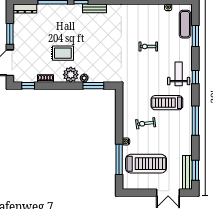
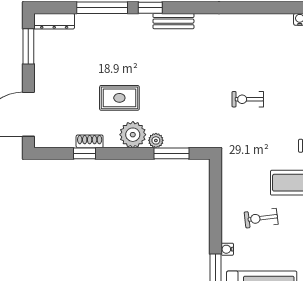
window: (10, 34) -> (28, 46), moved
exercise bike: (148, 46) -> (248, 99), moved
window: (28, 86) -> (85, 153), moved

